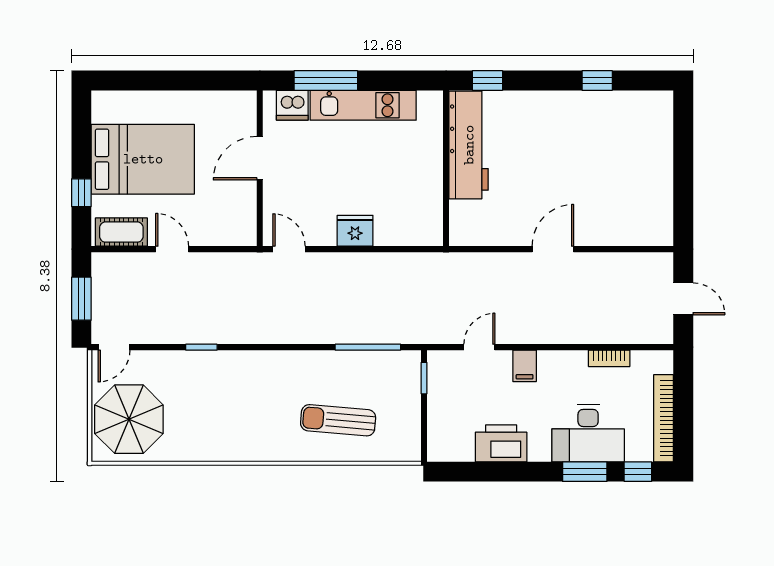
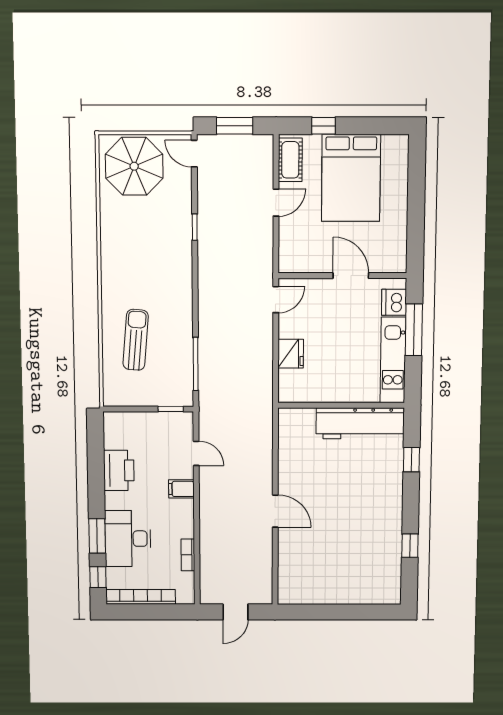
workbench: (469, 145) -> (360, 423), moved
wall: (446, 168) -> (341, 405), moved

